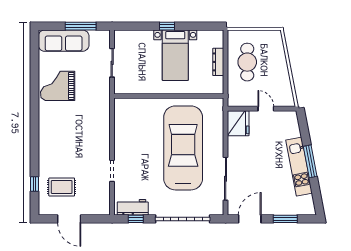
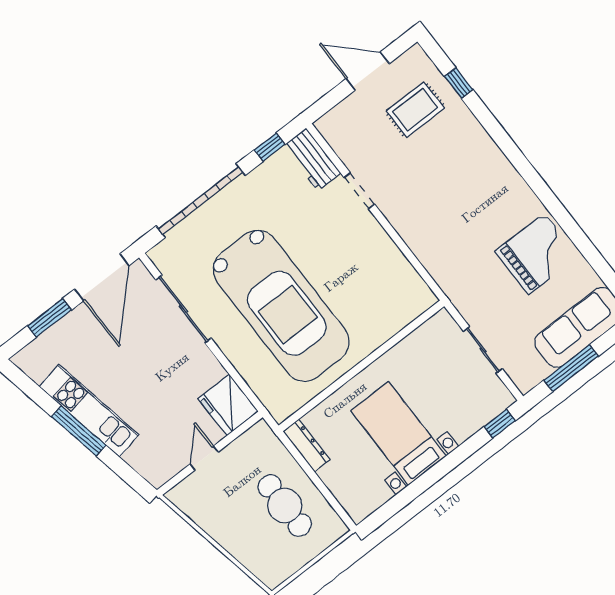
window: (167, 26) -> (500, 424), moved
dresser: (218, 62) -> (306, 445), moved
door: (266, 109) -> (204, 458), swing flipped
workbench: (133, 207) -> (312, 159), moved, turned 90
door: (250, 219) -> (102, 277), width x1.36

